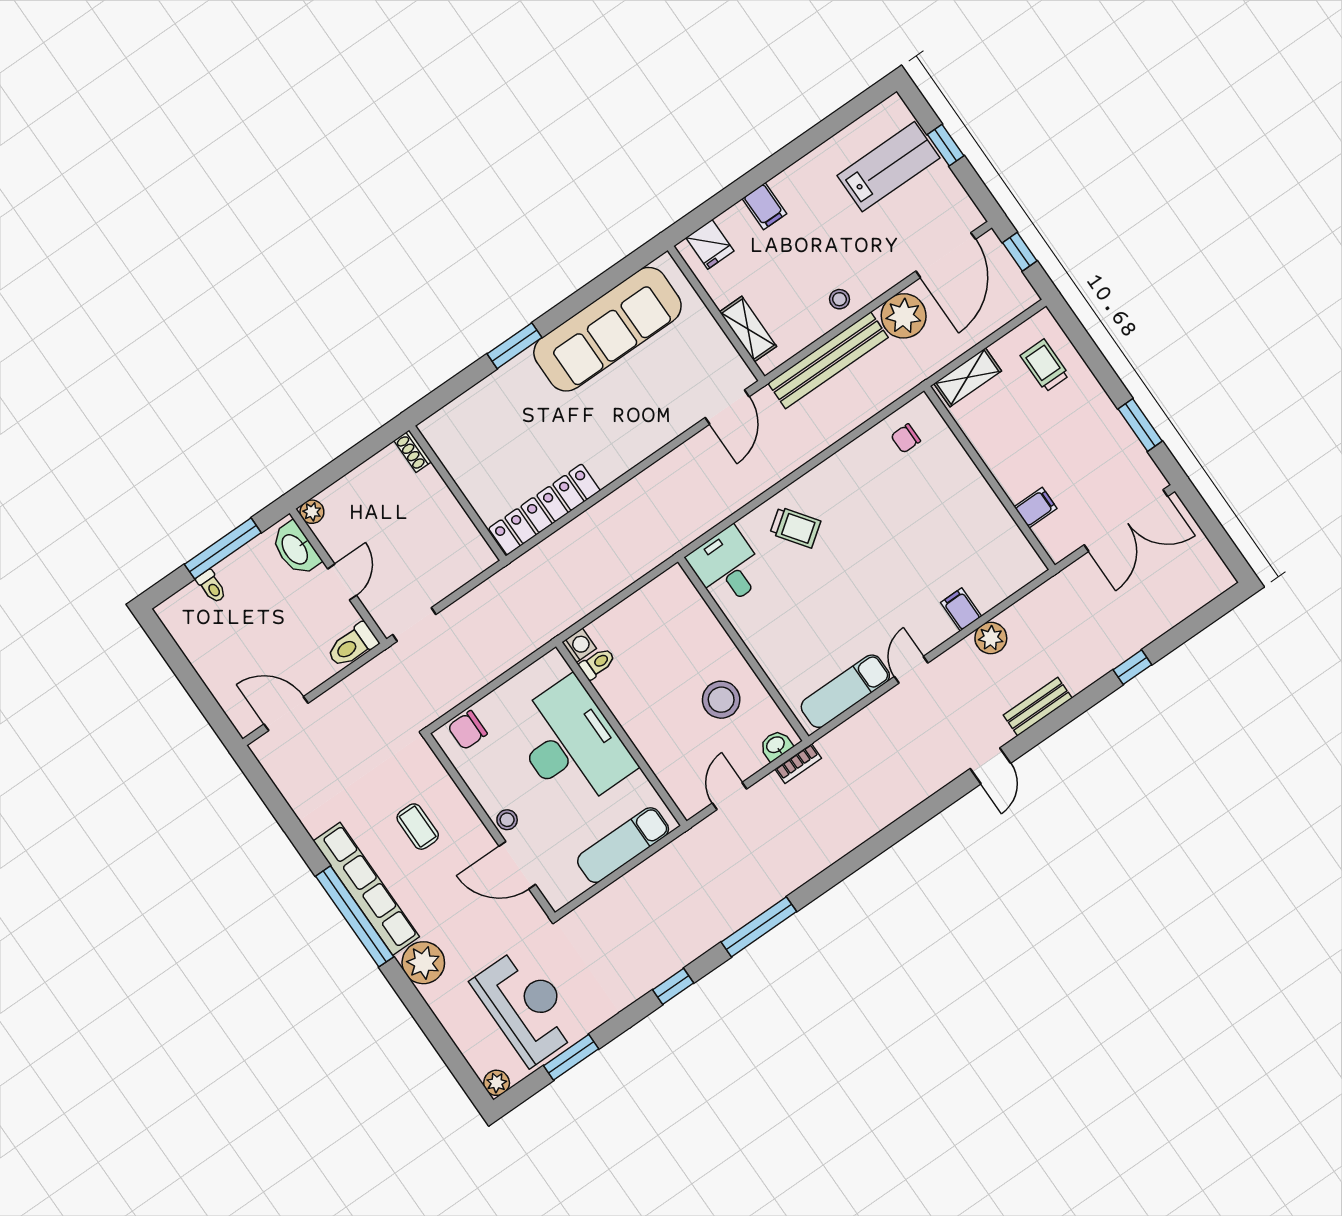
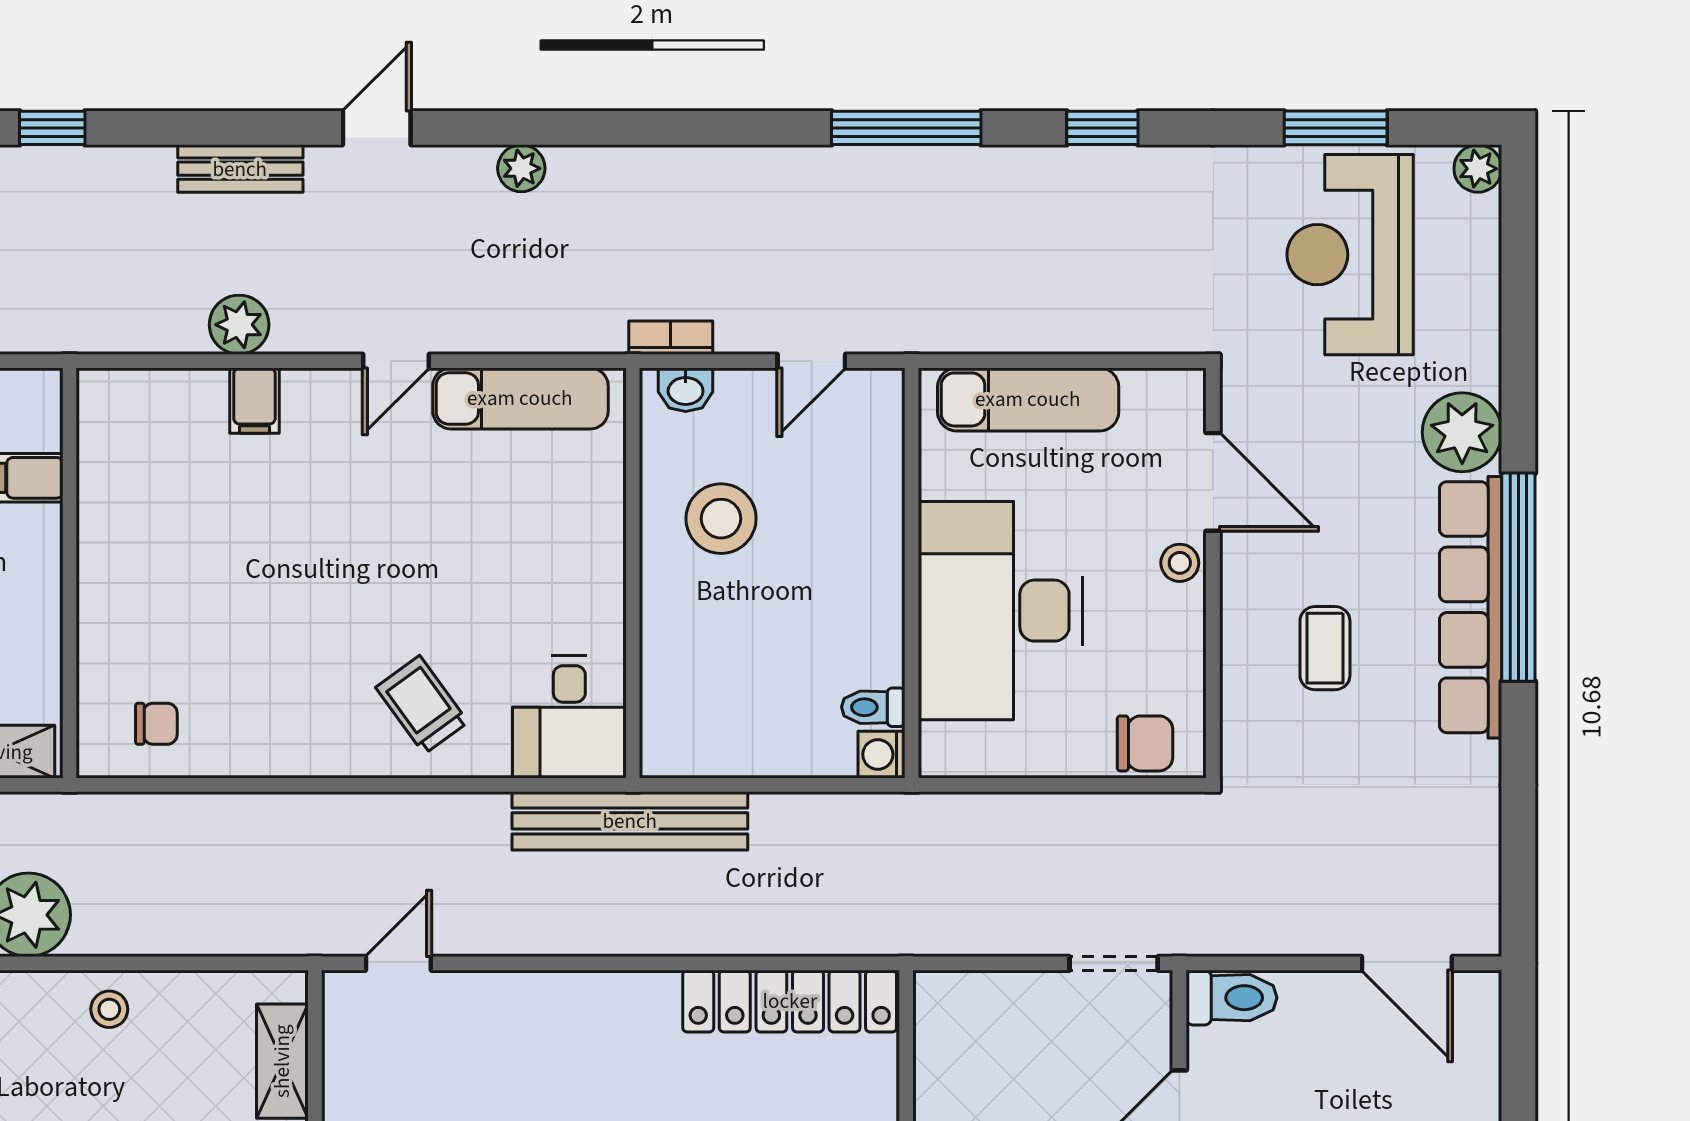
bench: (828, 360) -> (630, 821), moved
door: (727, 407) -> (398, 963), width x0.73
plant: (915, 792) -> (521, 168), added

